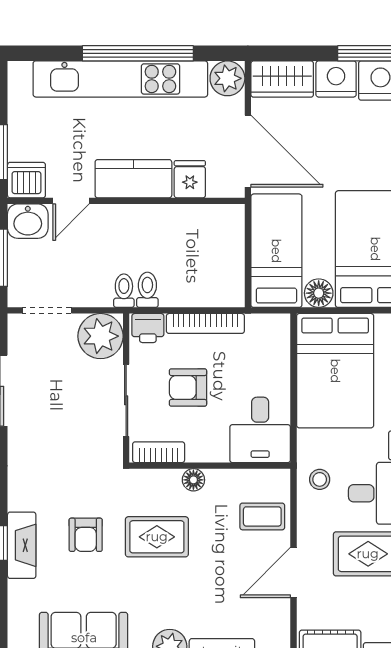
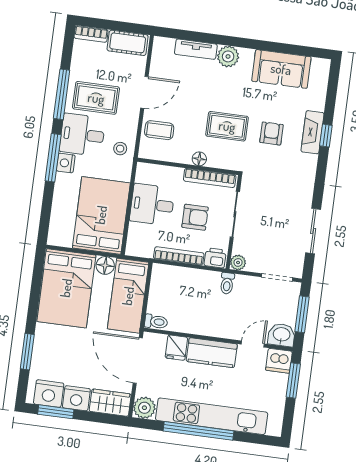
toilet: (147, 290) -> (156, 322), moved, turned -90
plant: (101, 336) -> (238, 262), width x0.53, depth x0.53
desk: (260, 430) -> (152, 205), moved, turned -90
bookcase: (159, 452) -> (210, 178), width x1.56

